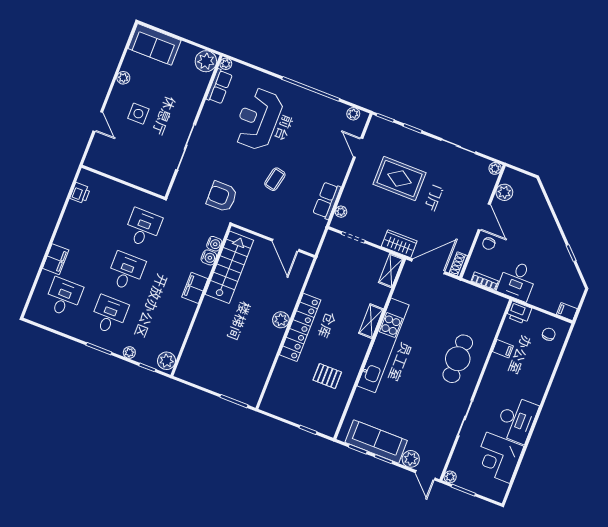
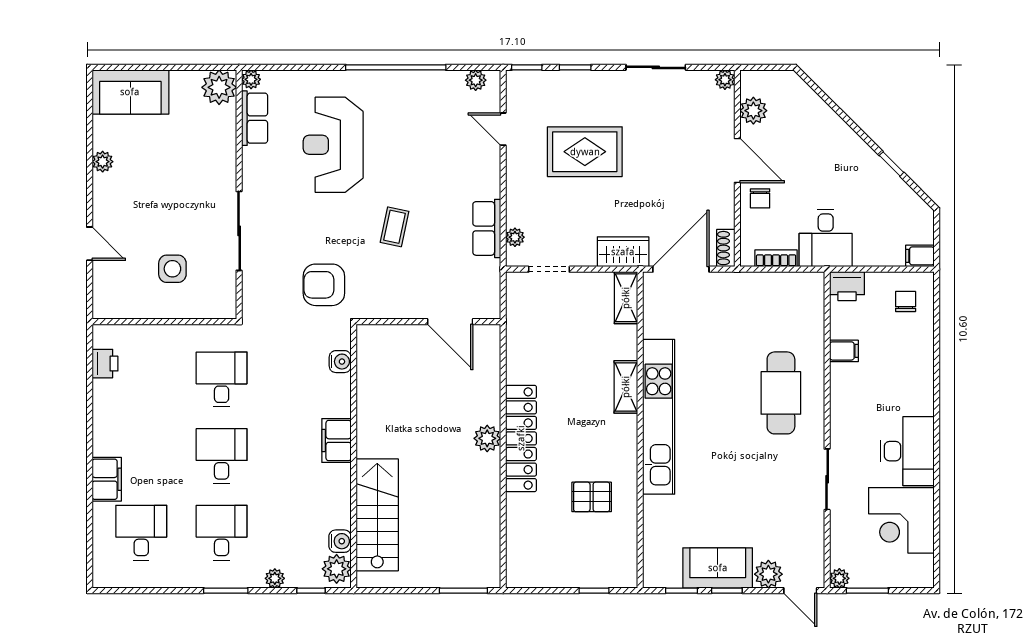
side table: (138, 114) -> (172, 269), moved
water cooler: (209, 257) -> (340, 541), moved
stairs: (229, 267) -> (377, 515), moved
sofa: (376, 441) -> (718, 568), width x0.73

